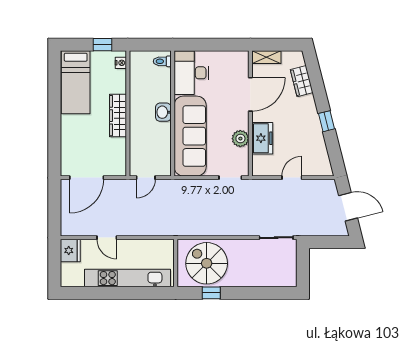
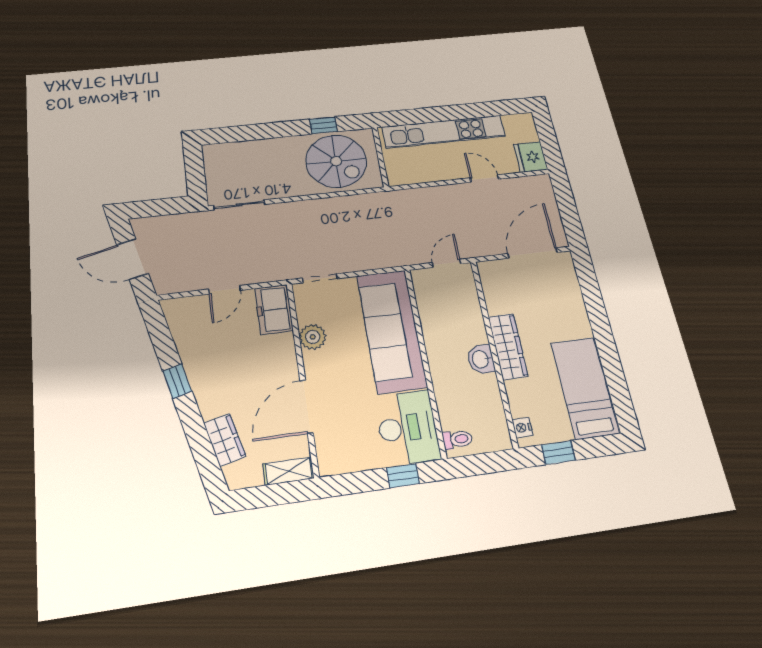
window: (199, 45) -> (403, 476), added
washbasin: (163, 112) -> (481, 359), moved, turned 180
freezer: (262, 138) -> (274, 310), moved

